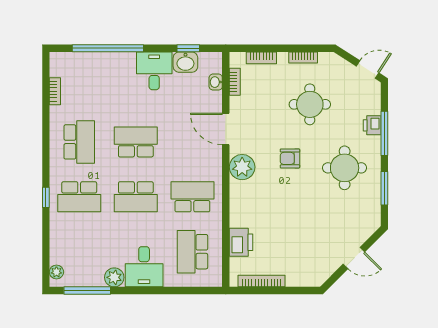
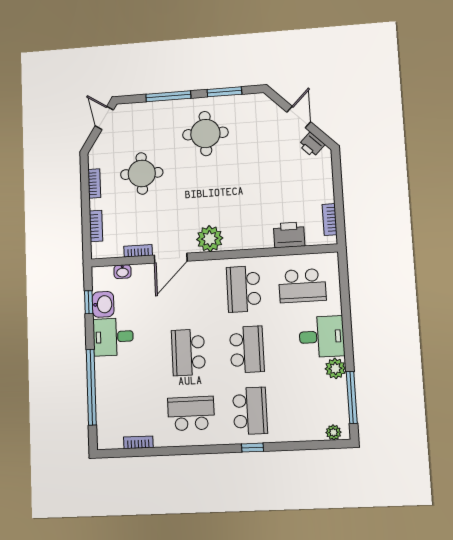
bookcase: (235, 82) -> (138, 251), moved
printer: (372, 125) -> (312, 145), moved, turned 45
armchair: (290, 158) -> (198, 190), removed
bookcase: (262, 281) -> (330, 220), width x0.64

